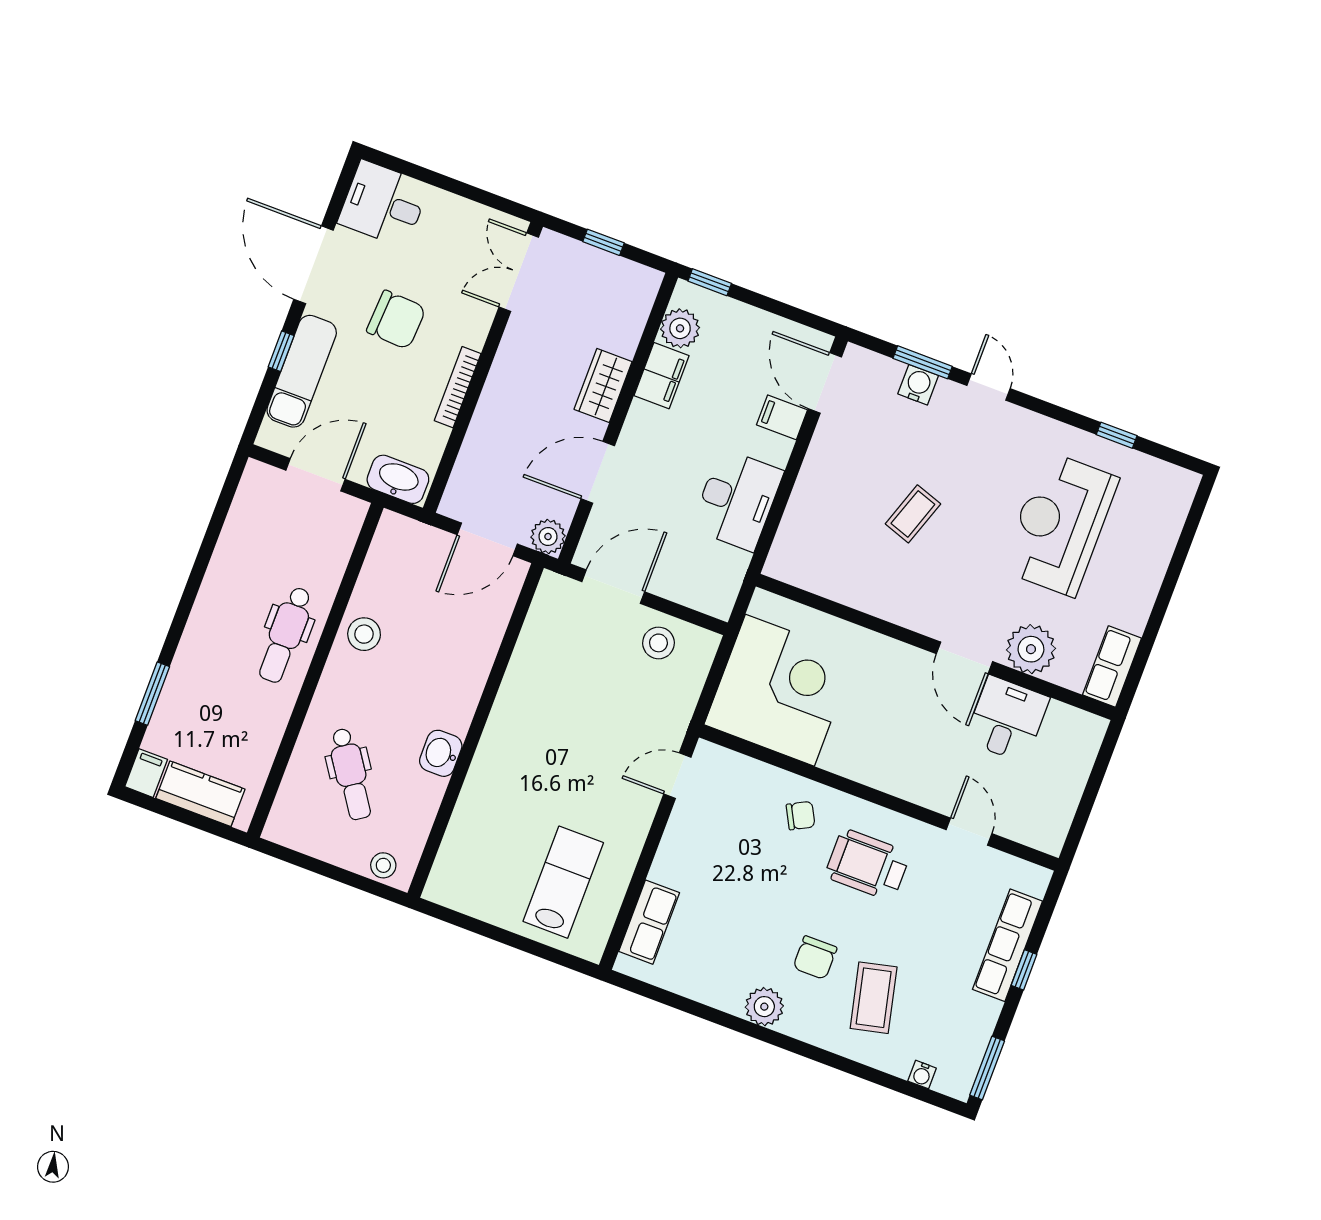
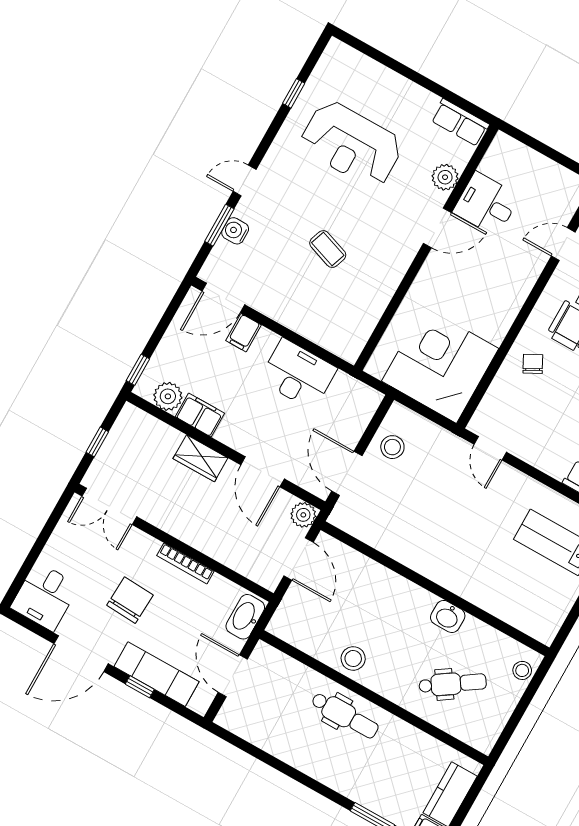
plant: (1031, 649) -> (445, 177), width x0.73, depth x0.73

